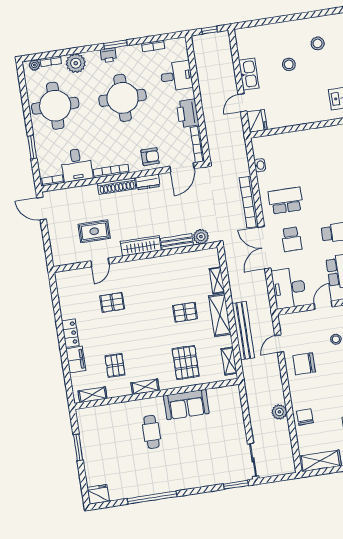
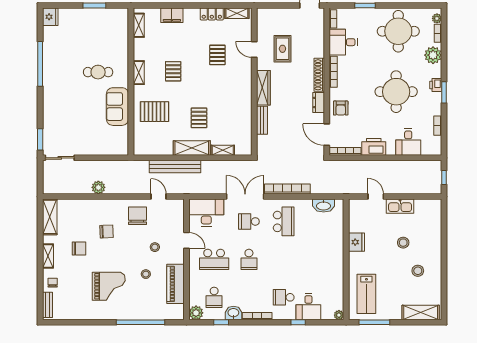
fridge: (257, 121) -> (357, 242), moved, turned -90
washbasin: (260, 165) -> (324, 206), width x1.91, depth x1.45
plant: (201, 237) -> (263, 142), removed
locker: (70, 333) -> (212, 14), moved
shelving: (229, 361) -> (237, 13), moved
pallet: (115, 365) -> (173, 71), moved, turned 90
chair: (305, 417) -> (106, 231), moved

